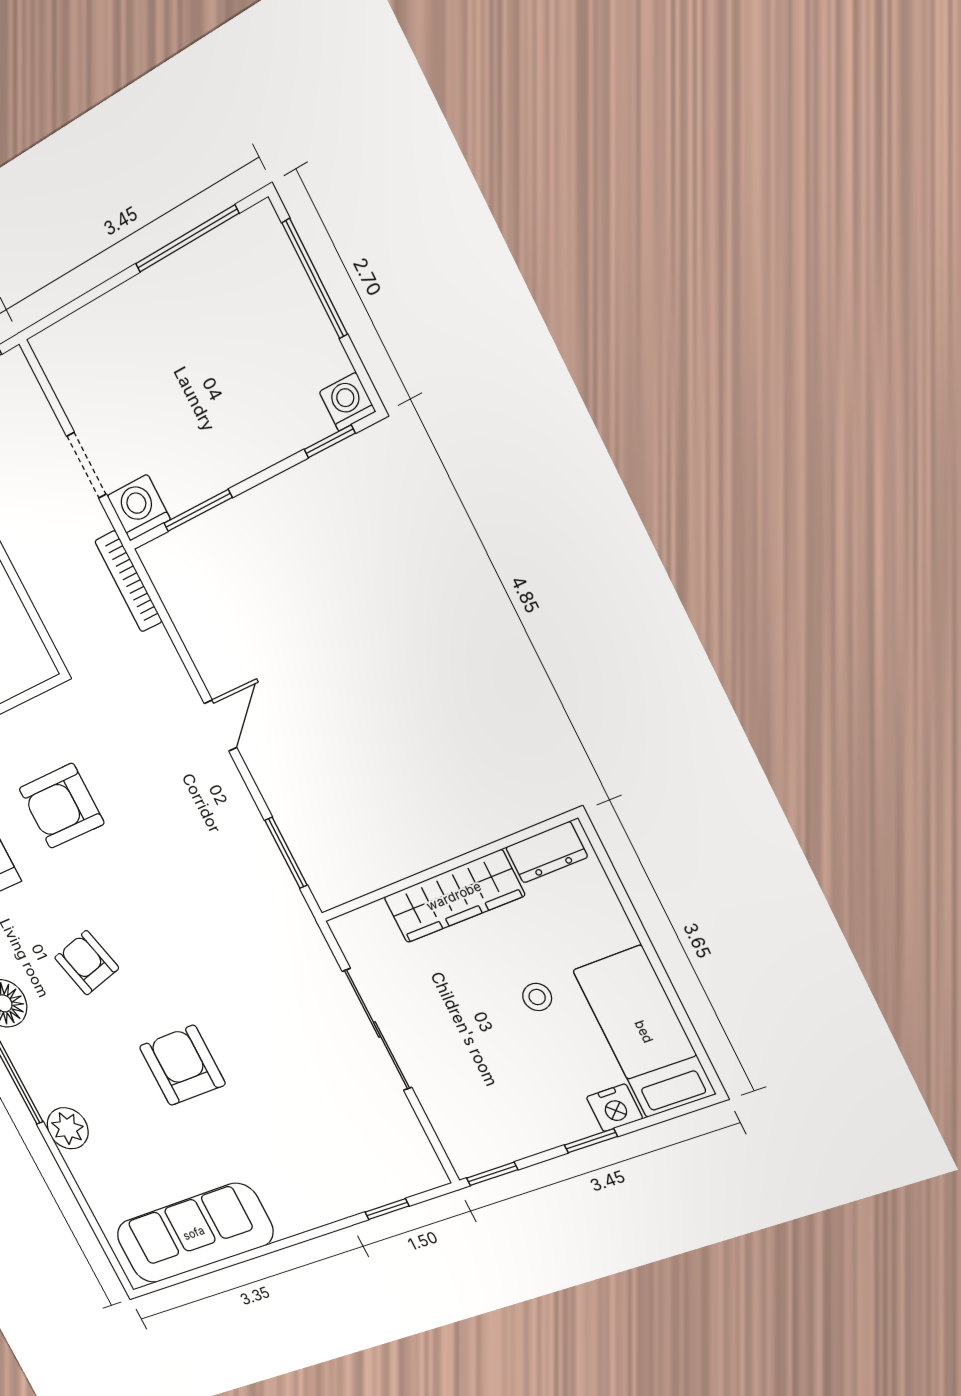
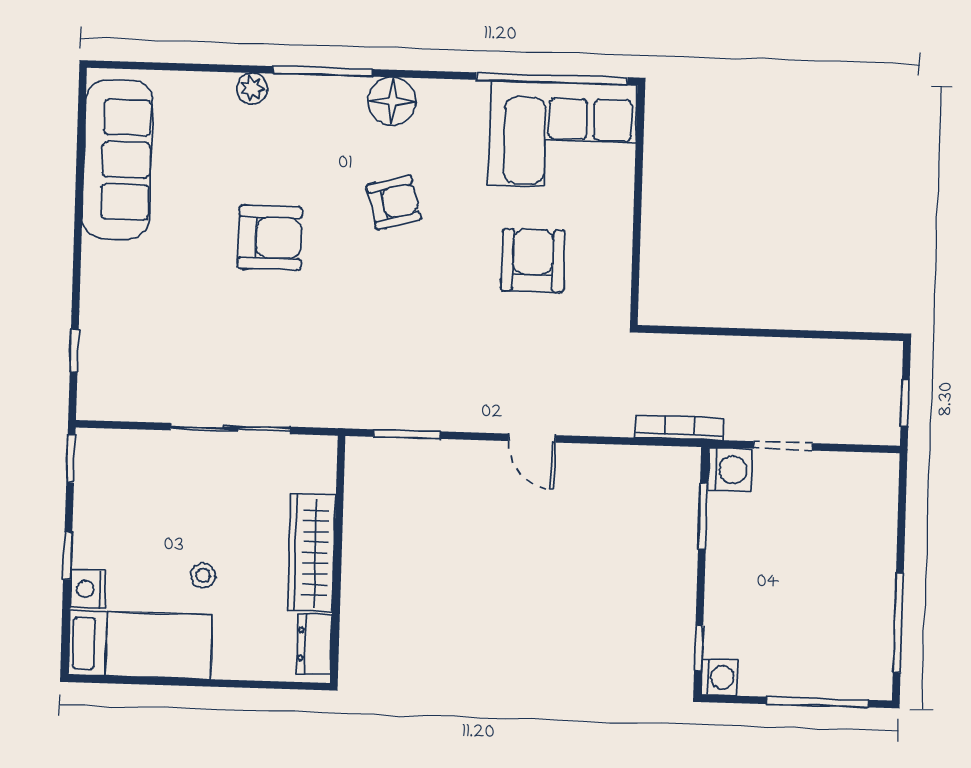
plant: (68, 1128) -> (252, 88), width x0.73, depth x0.73

